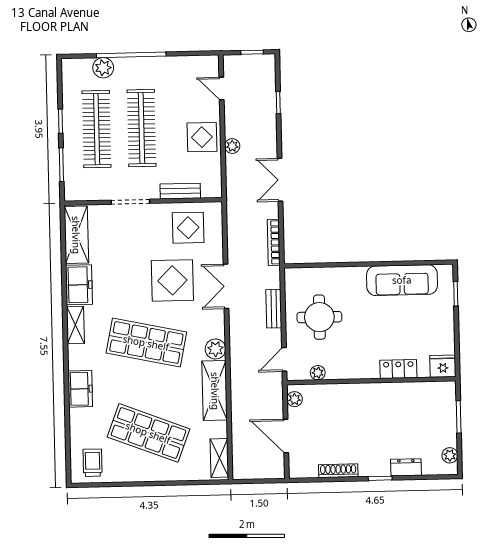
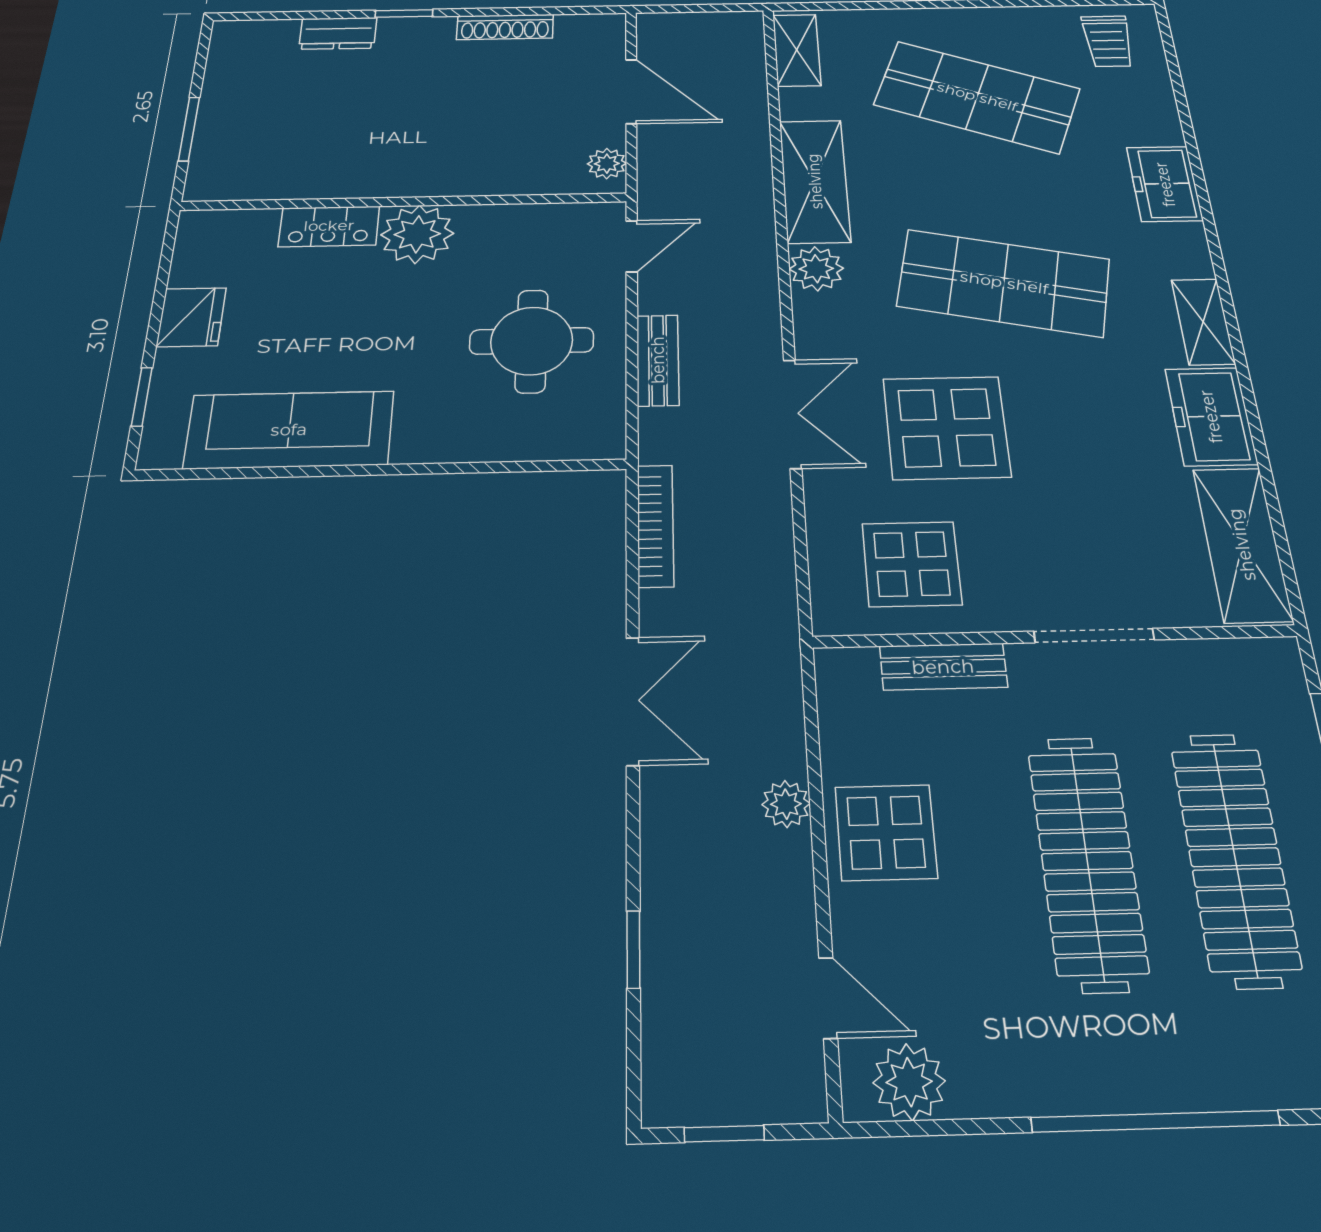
plant: (103, 68) -> (909, 1082), moved
fridge: (443, 366) -> (191, 317), moved, turned -90
plant: (318, 373) -> (417, 234), moved, width x1.87, depth x1.87
plant: (450, 455) -> (226, 56), removed

